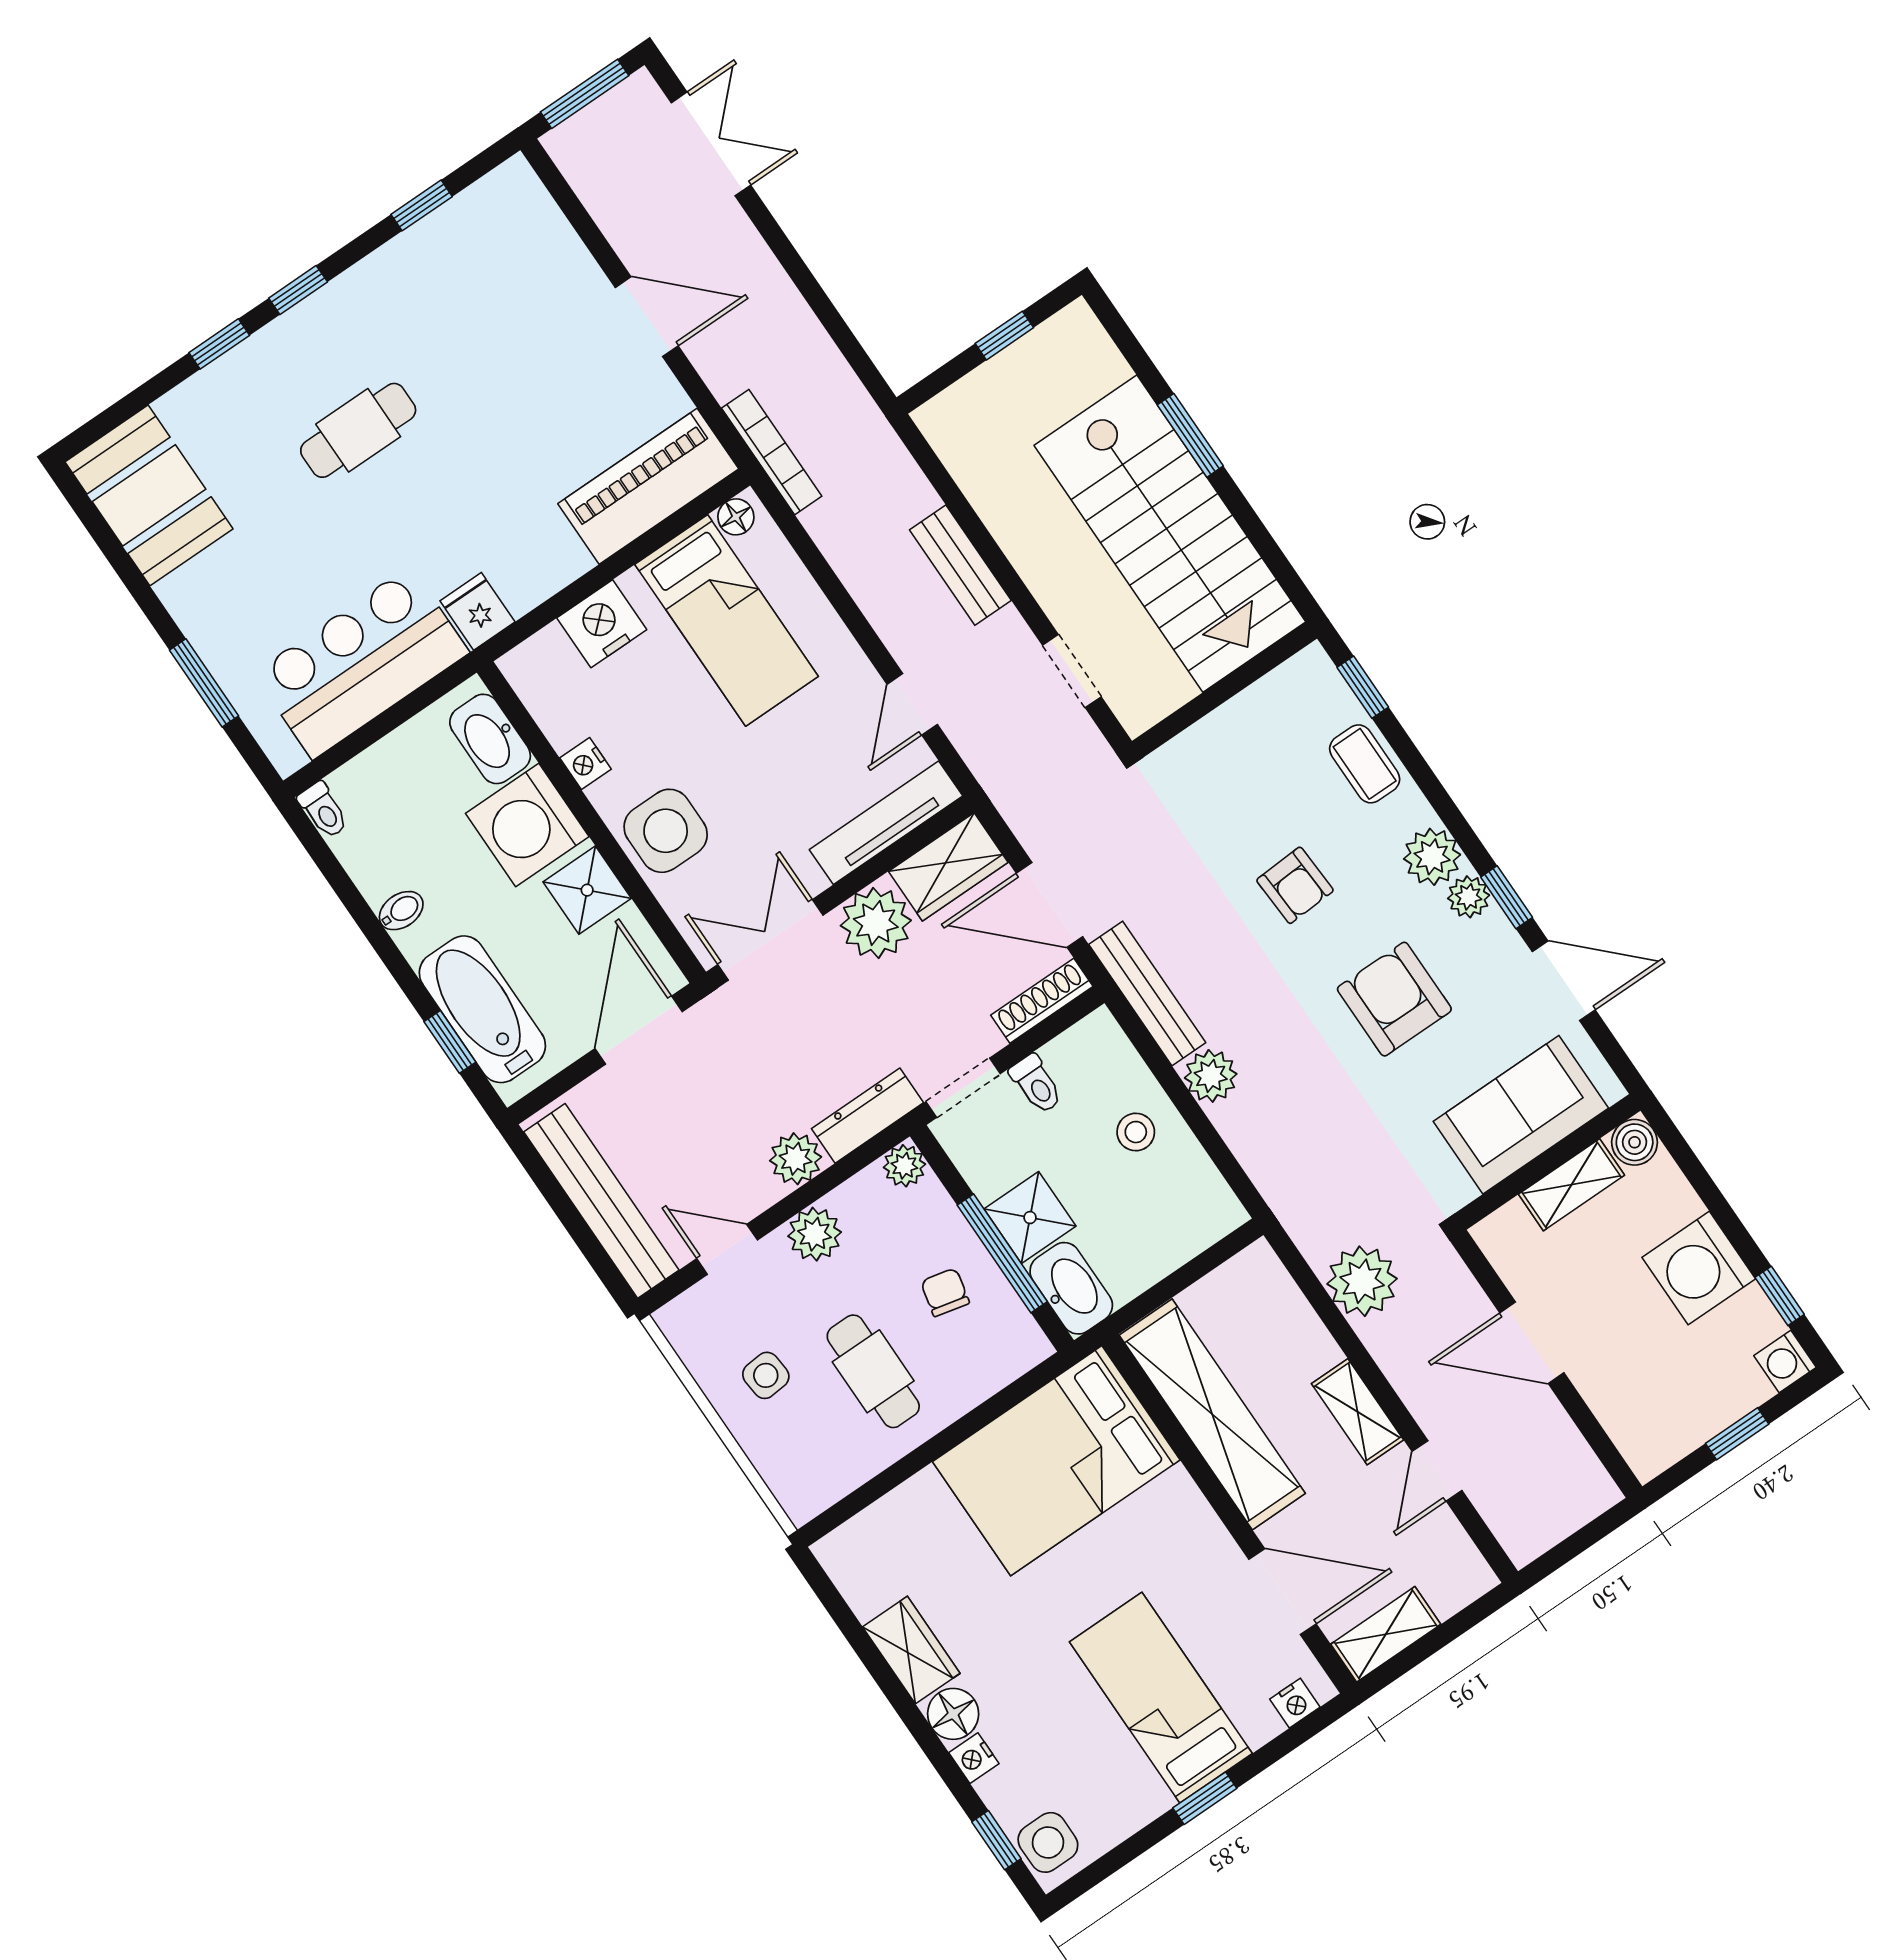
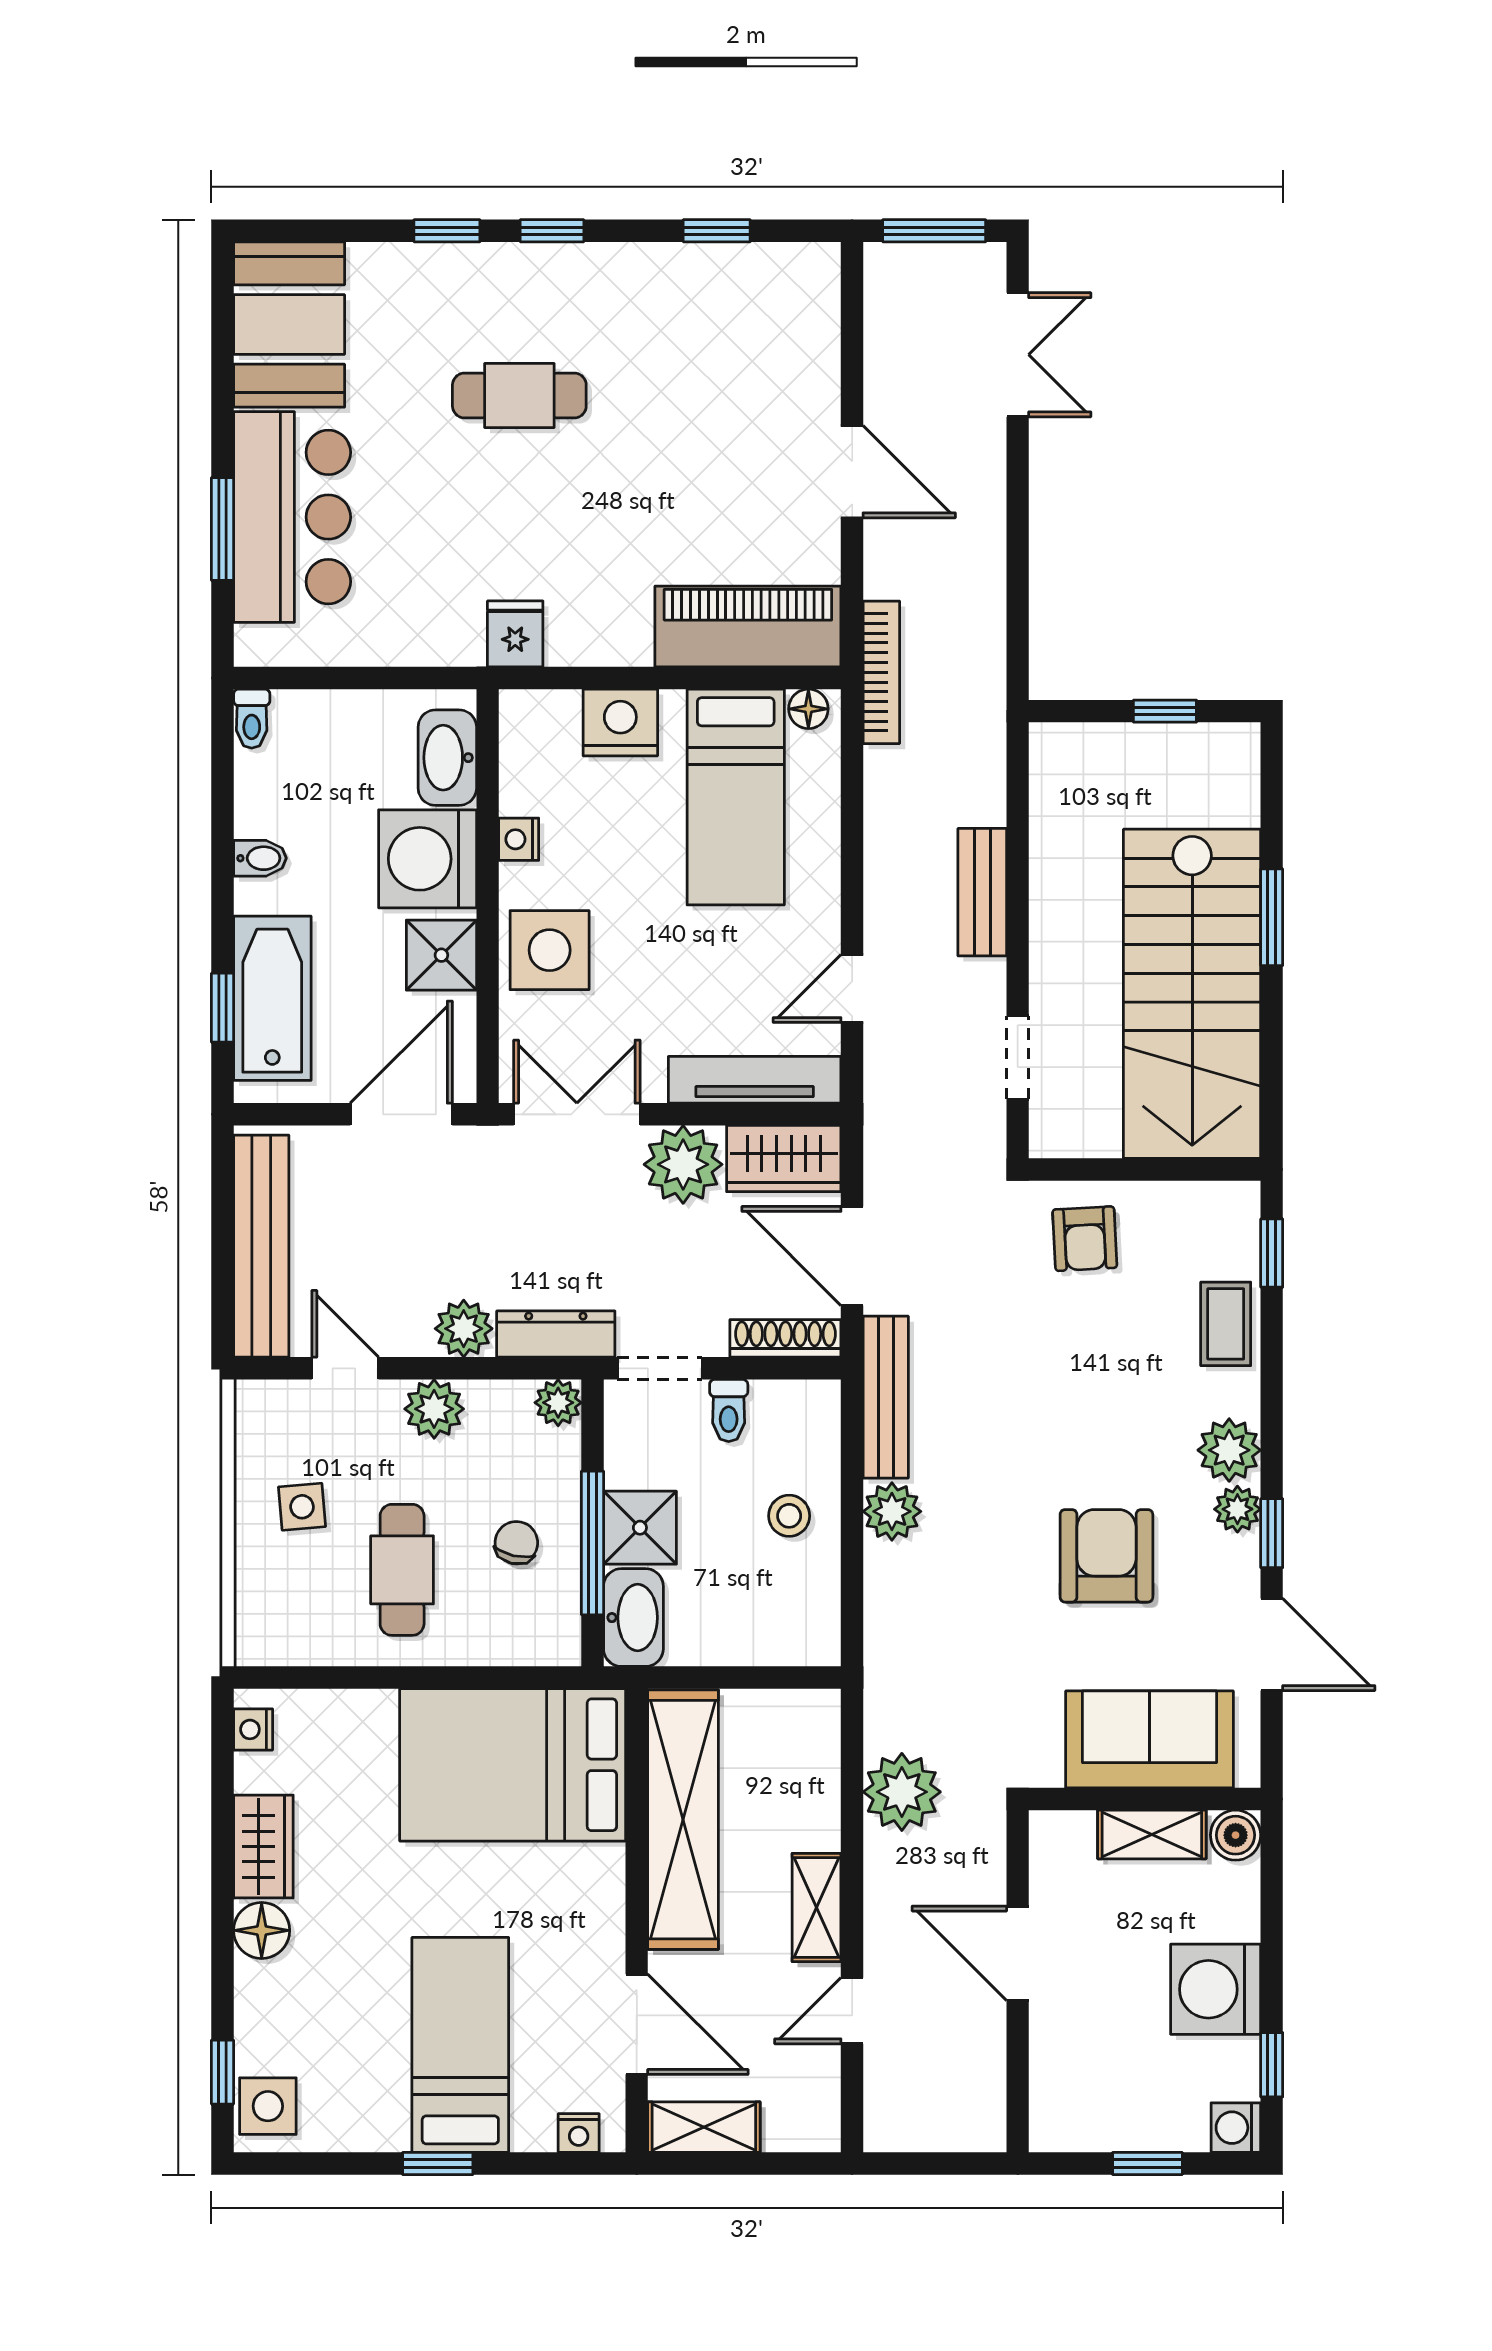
bar counter: (361, 663) -> (292, 517), moved, turned 90
armchair: (1295, 885) -> (1085, 1239), moved
nightstand: (974, 1758) -> (253, 1729), moved

